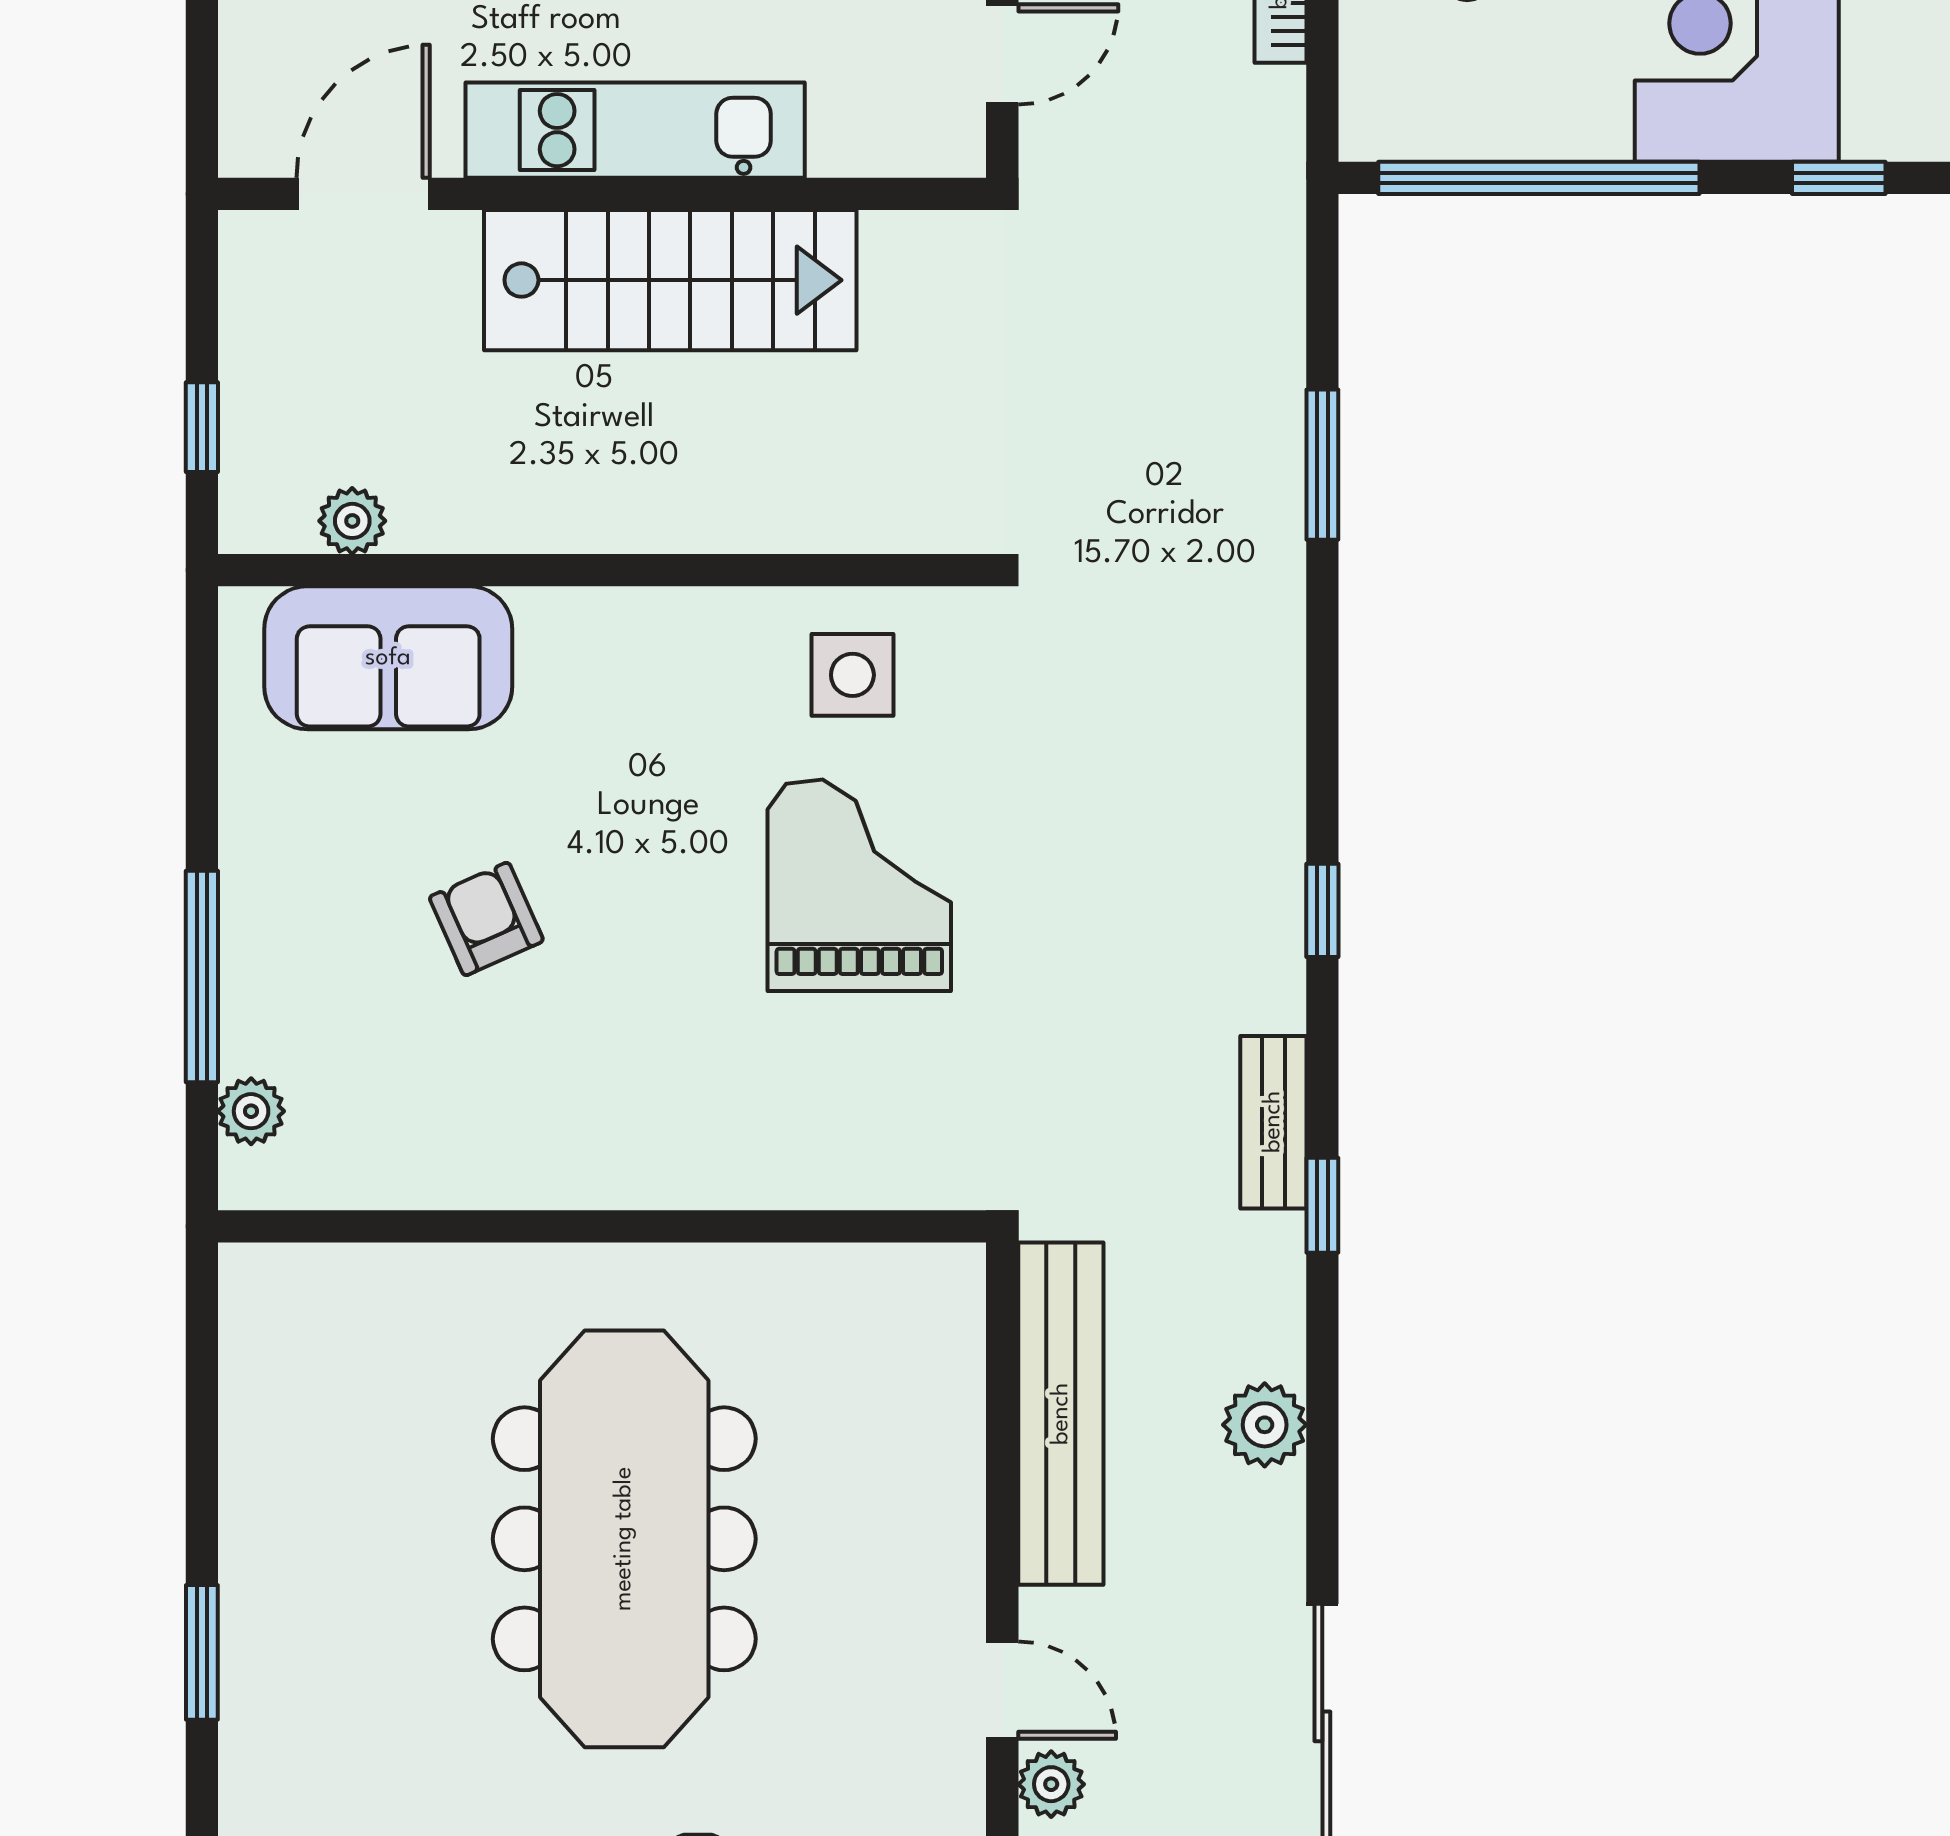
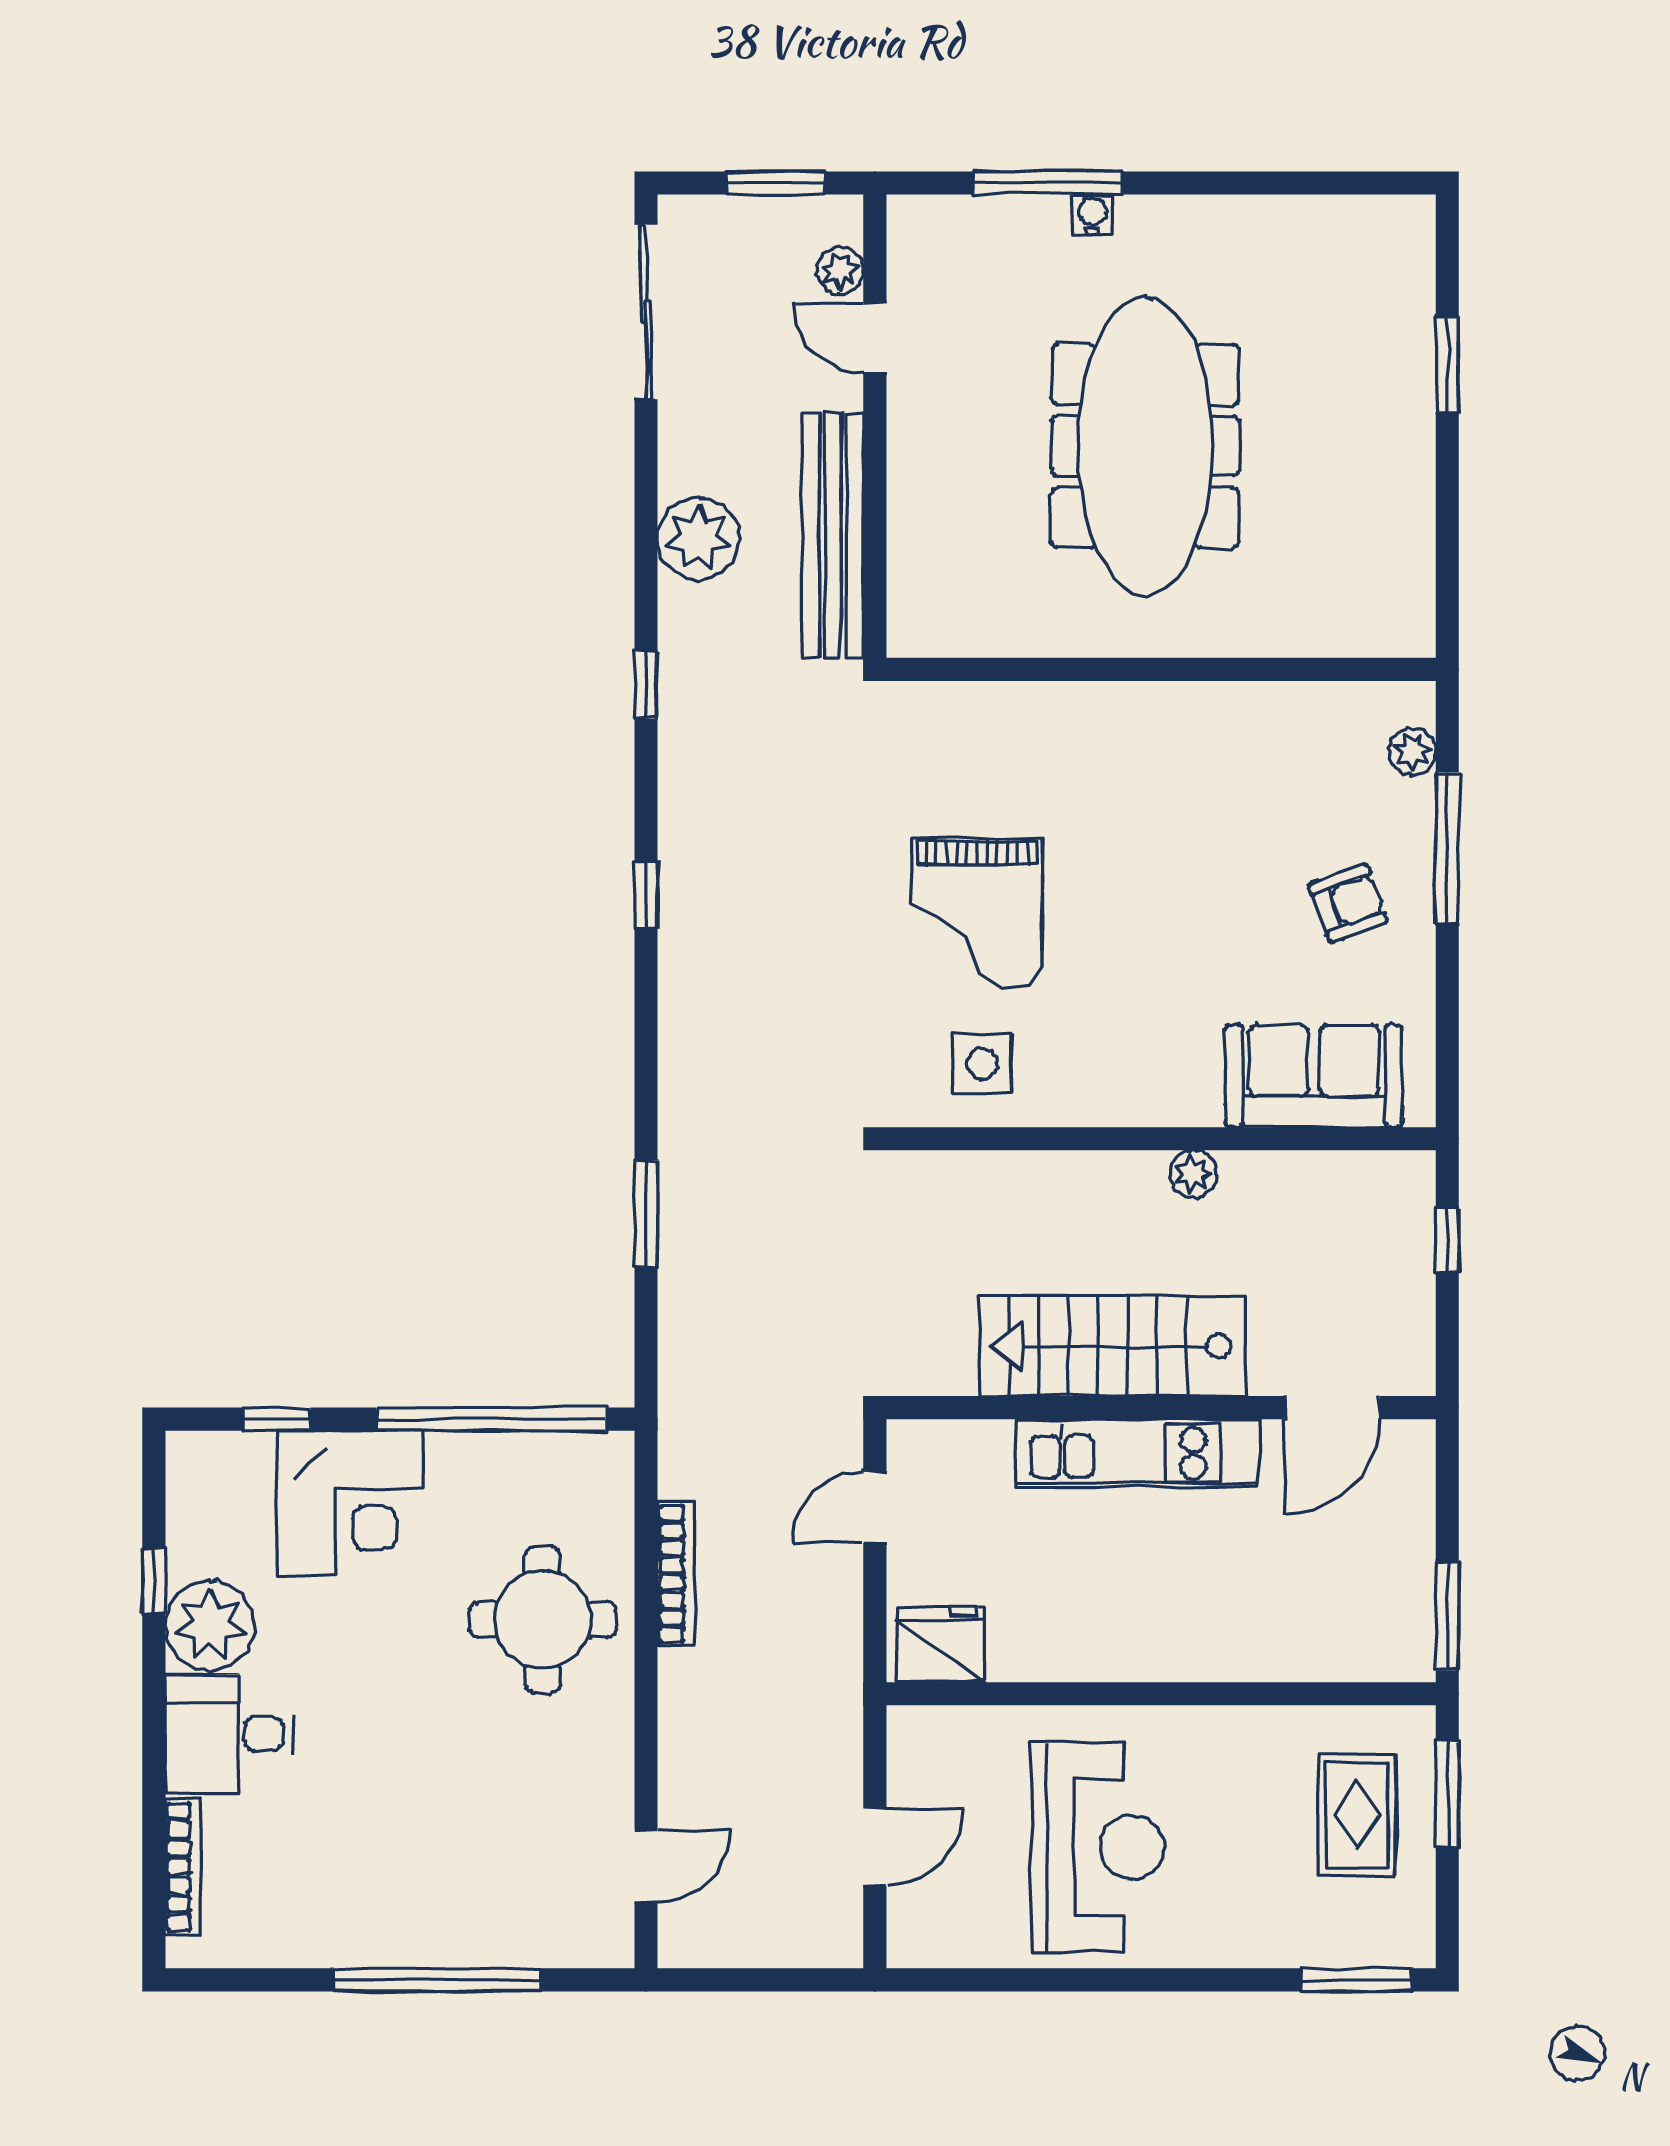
plant: (352, 521) -> (1193, 1174), moved
armchair: (486, 919) -> (1348, 904), moved, turned -86
bench: (1273, 1122) -> (681, 744), removed
plant: (1265, 1425) -> (698, 538), width x1.36, depth x1.36

